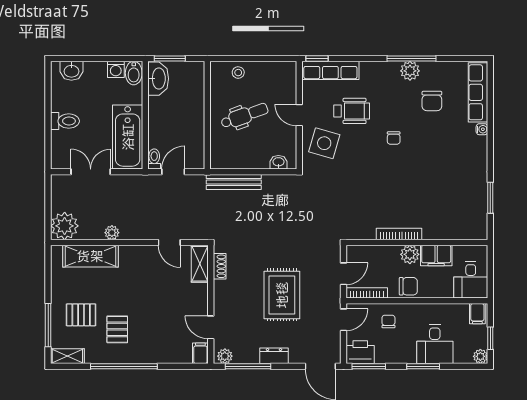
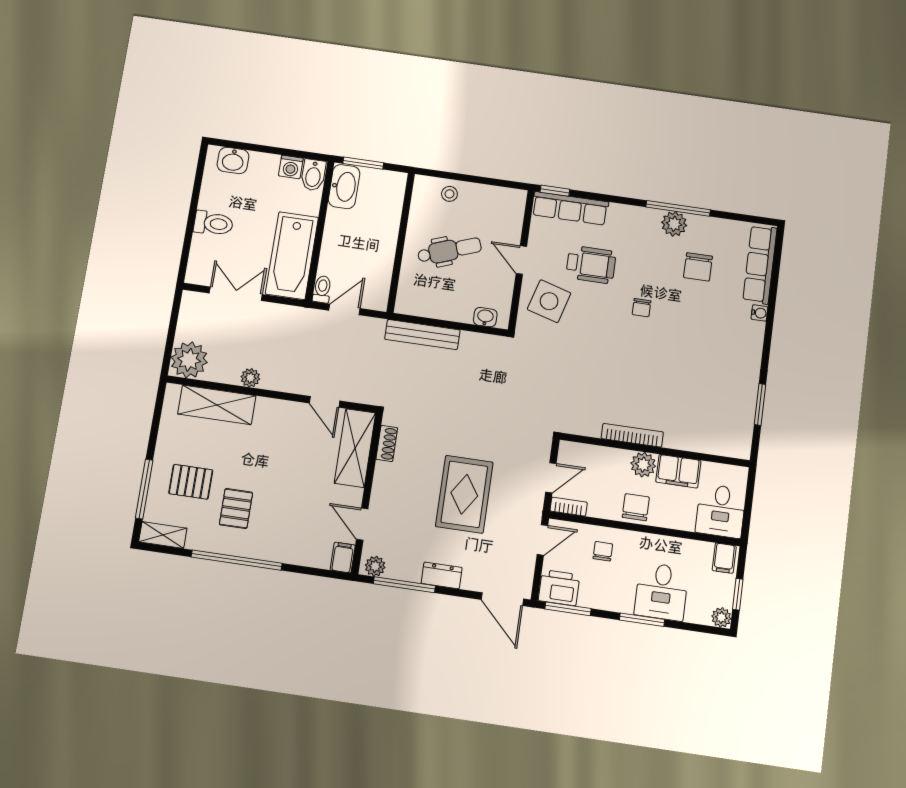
shelving: (200, 264) -> (355, 448), width x1.50, depth x1.33
chair: (408, 286) -> (636, 507), turned -90
bookcase: (367, 293) -> (569, 507), width x0.64

